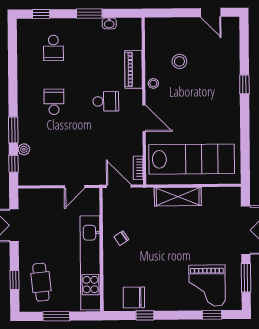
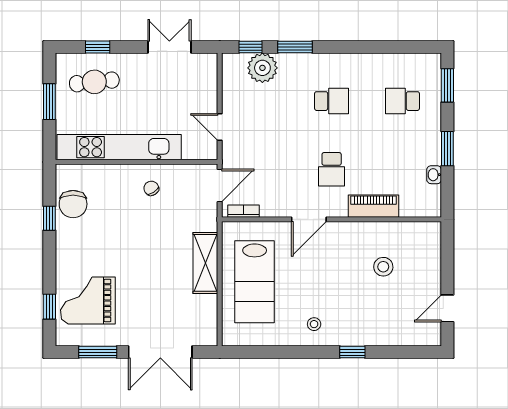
window: (41, 14) -> (447, 85), width x1.50
stool: (153, 83) -> (314, 324), moved
plant: (24, 149) -> (262, 68), width x1.87, depth x1.87
lab bench: (192, 159) -> (255, 282), width x0.73
chair: (134, 297) -> (73, 204), turned 180

